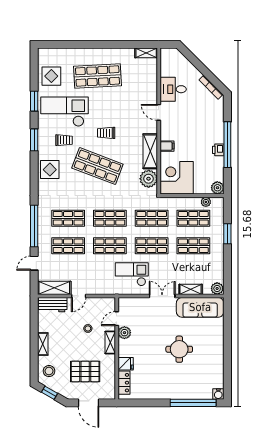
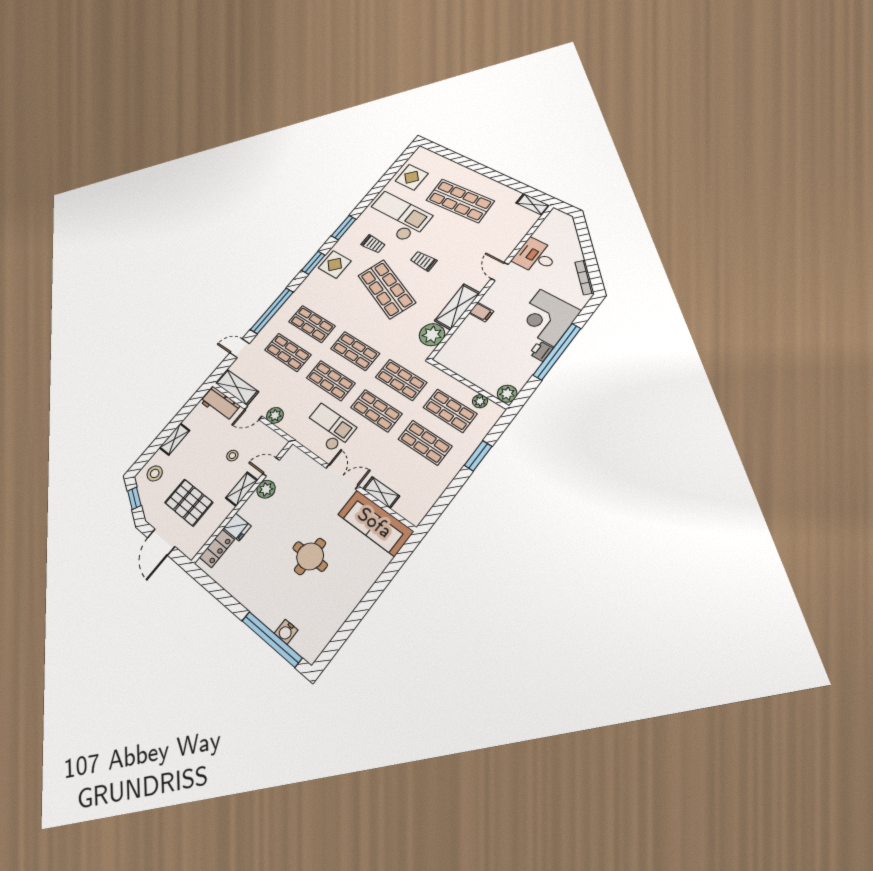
window: (34, 101) -> (313, 263), moved
corner desk: (177, 178) -> (547, 318), moved, turned -90
plant: (217, 288) -> (275, 415), moved
water cooler: (218, 394) -> (286, 632), moved

